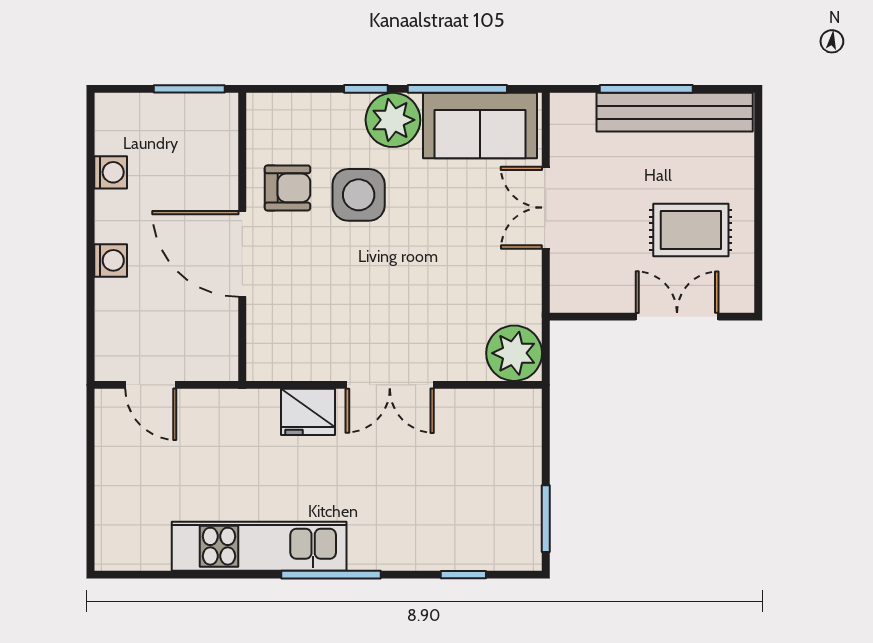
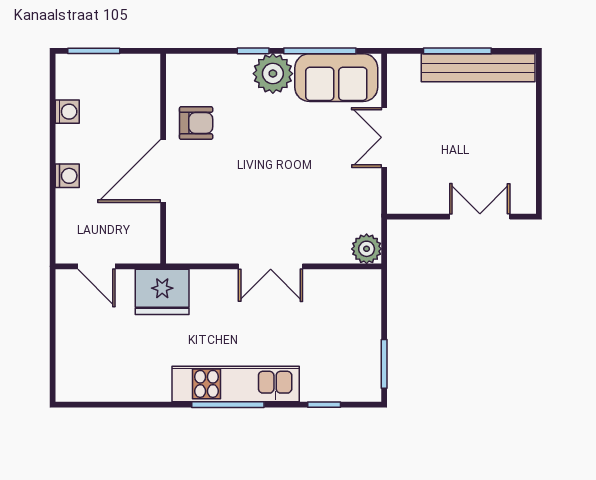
window: (189, 89) -> (94, 51), moved
side table: (359, 195) -> (248, 128), removed
rug: (691, 230) -> (490, 154), removed
door: (242, 254) -> (163, 171), hinge flipped
plant: (514, 353) -> (367, 249), width x0.73, depth x0.73
fridge: (308, 412) -> (162, 292), moved, width x1.36, depth x1.34
kitchen unit: (259, 546) -> (236, 384), moved

